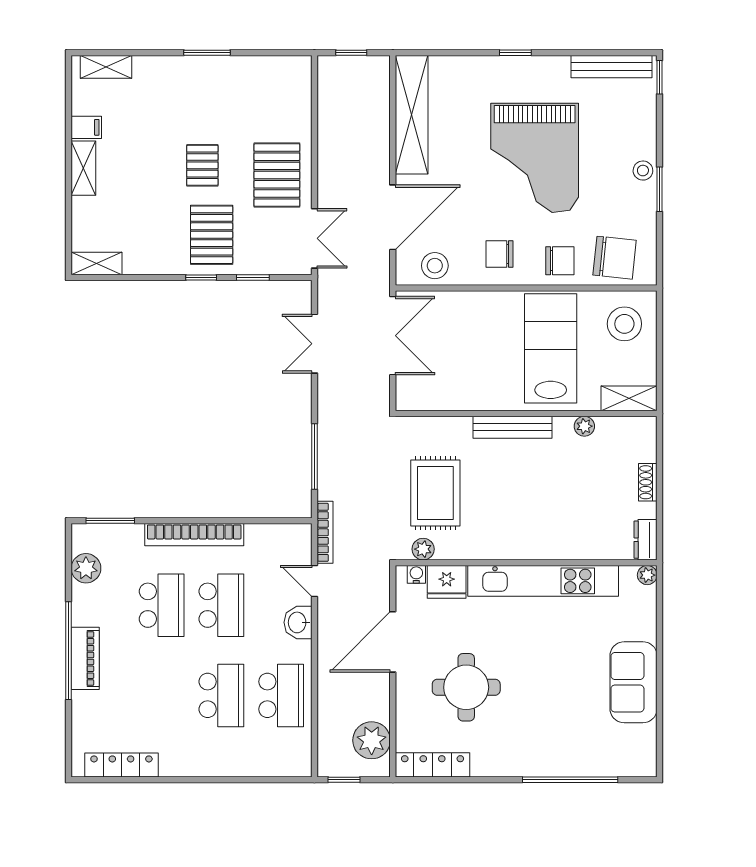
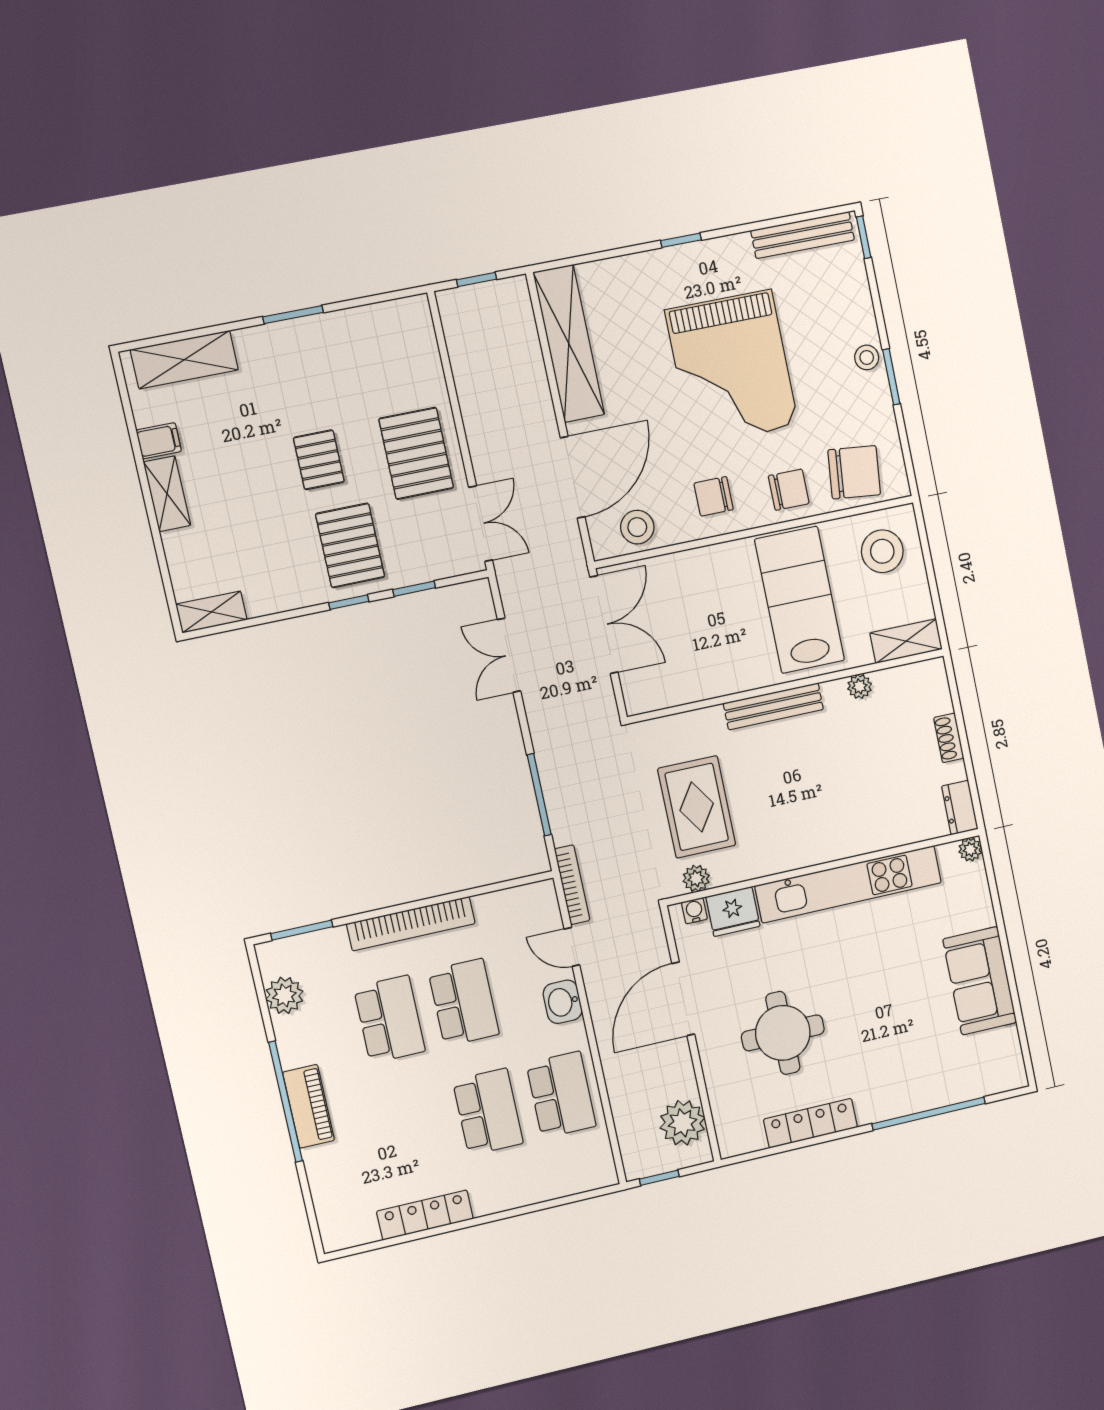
shelving: (106, 67) -> (184, 360), width x1.50, depth x1.33
locker: (121, 765) -> (425, 1215), moved
locker: (433, 765) -> (810, 1123), moved

